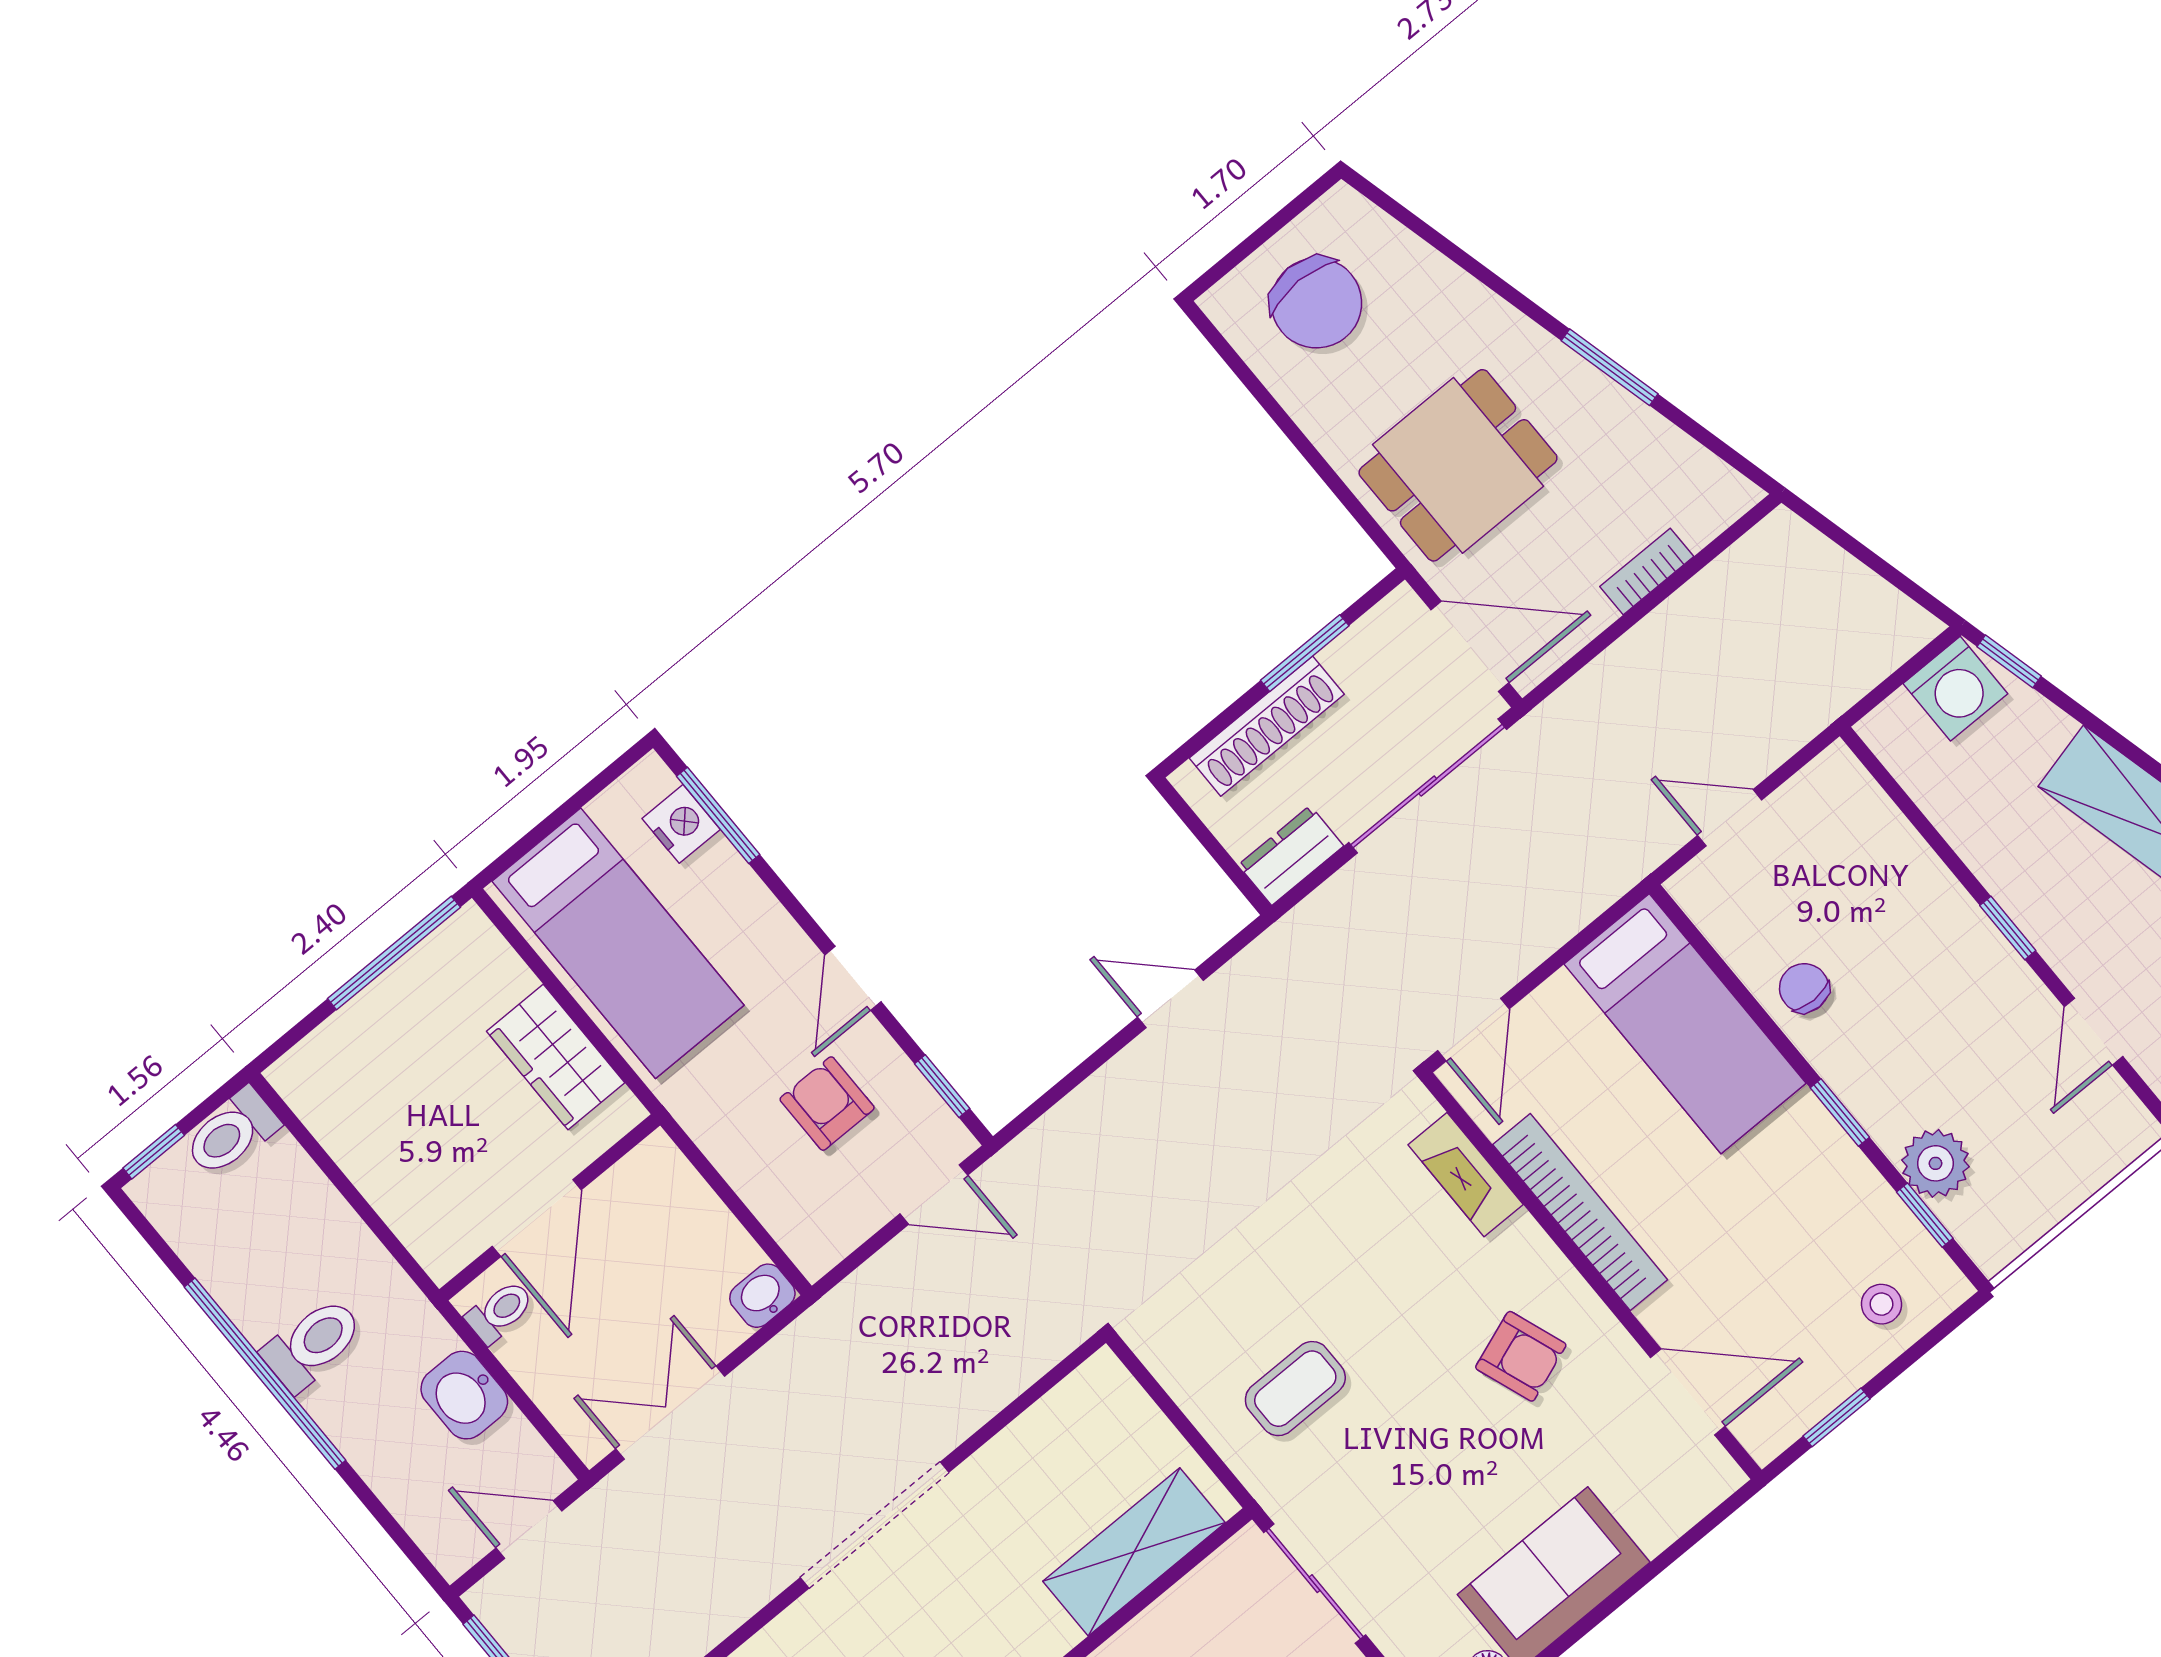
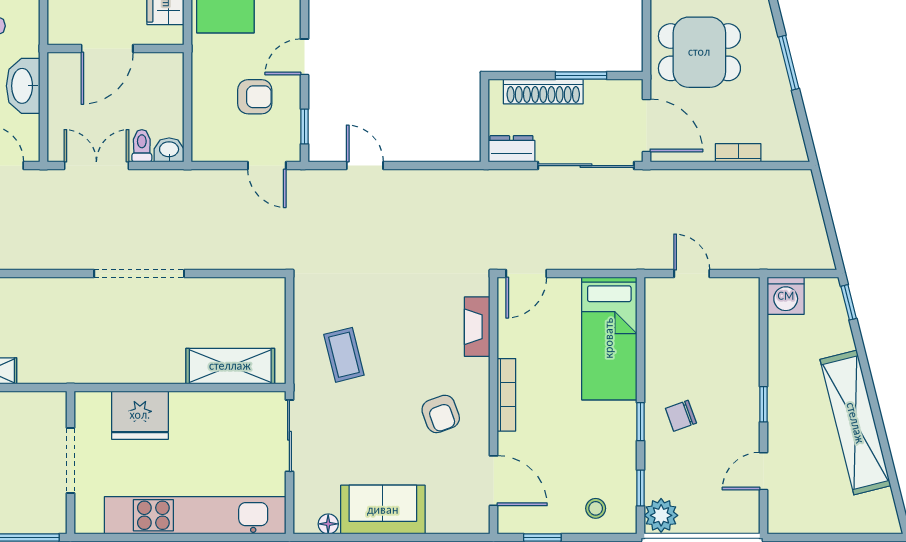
washing machine: (1955, 689) -> (786, 296), moved
chair: (1804, 988) -> (681, 416), moved, turned -110
door: (1170, 999) -> (365, 166), moved
armchair: (827, 1104) -> (255, 97), turned 90
plant: (1935, 1163) -> (661, 515), moved
bookcase: (1580, 1212) -> (506, 395), width x0.68, depth x0.76
toilet: (500, 1312) -> (142, 146), moved, turned -90
coffee table: (1295, 1389) -> (344, 355), turned 76
washbasin: (464, 1395) -> (23, 86), width x1.38

